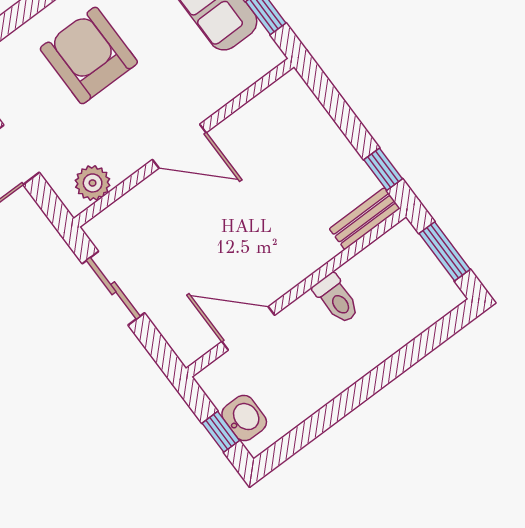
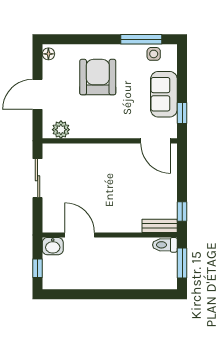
door: (179, 146) -> (156, 141), moved
toilet: (337, 299) -> (165, 245), moved, turned 90
washbasin: (244, 418) -> (53, 246), moved, turned 90

